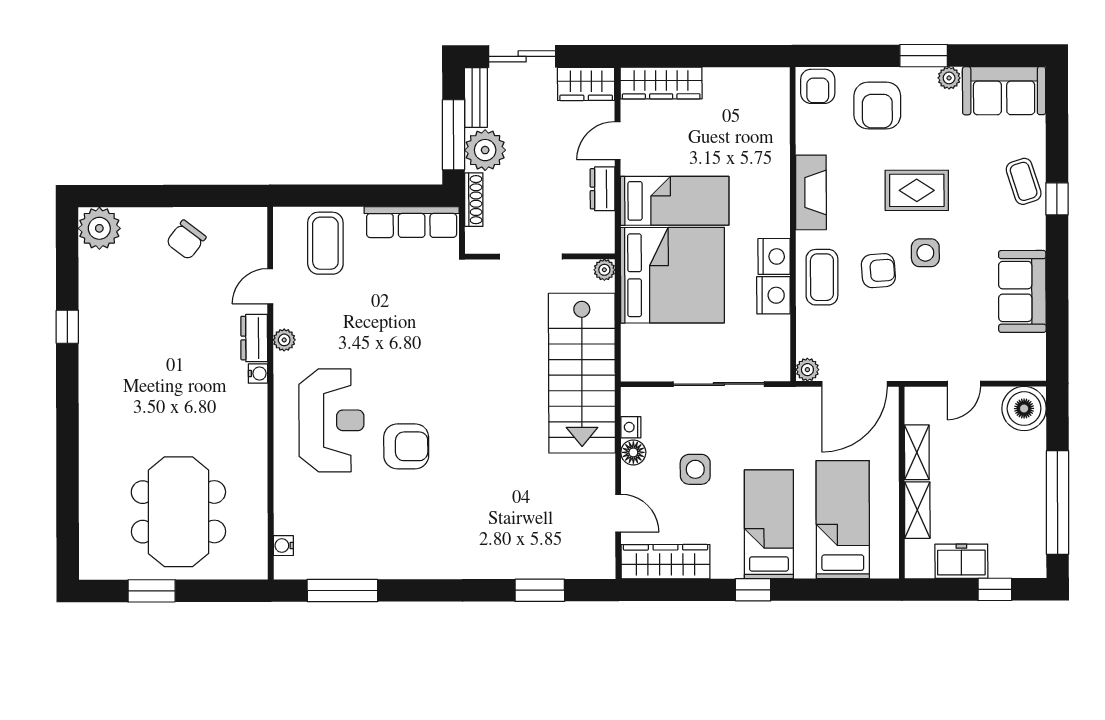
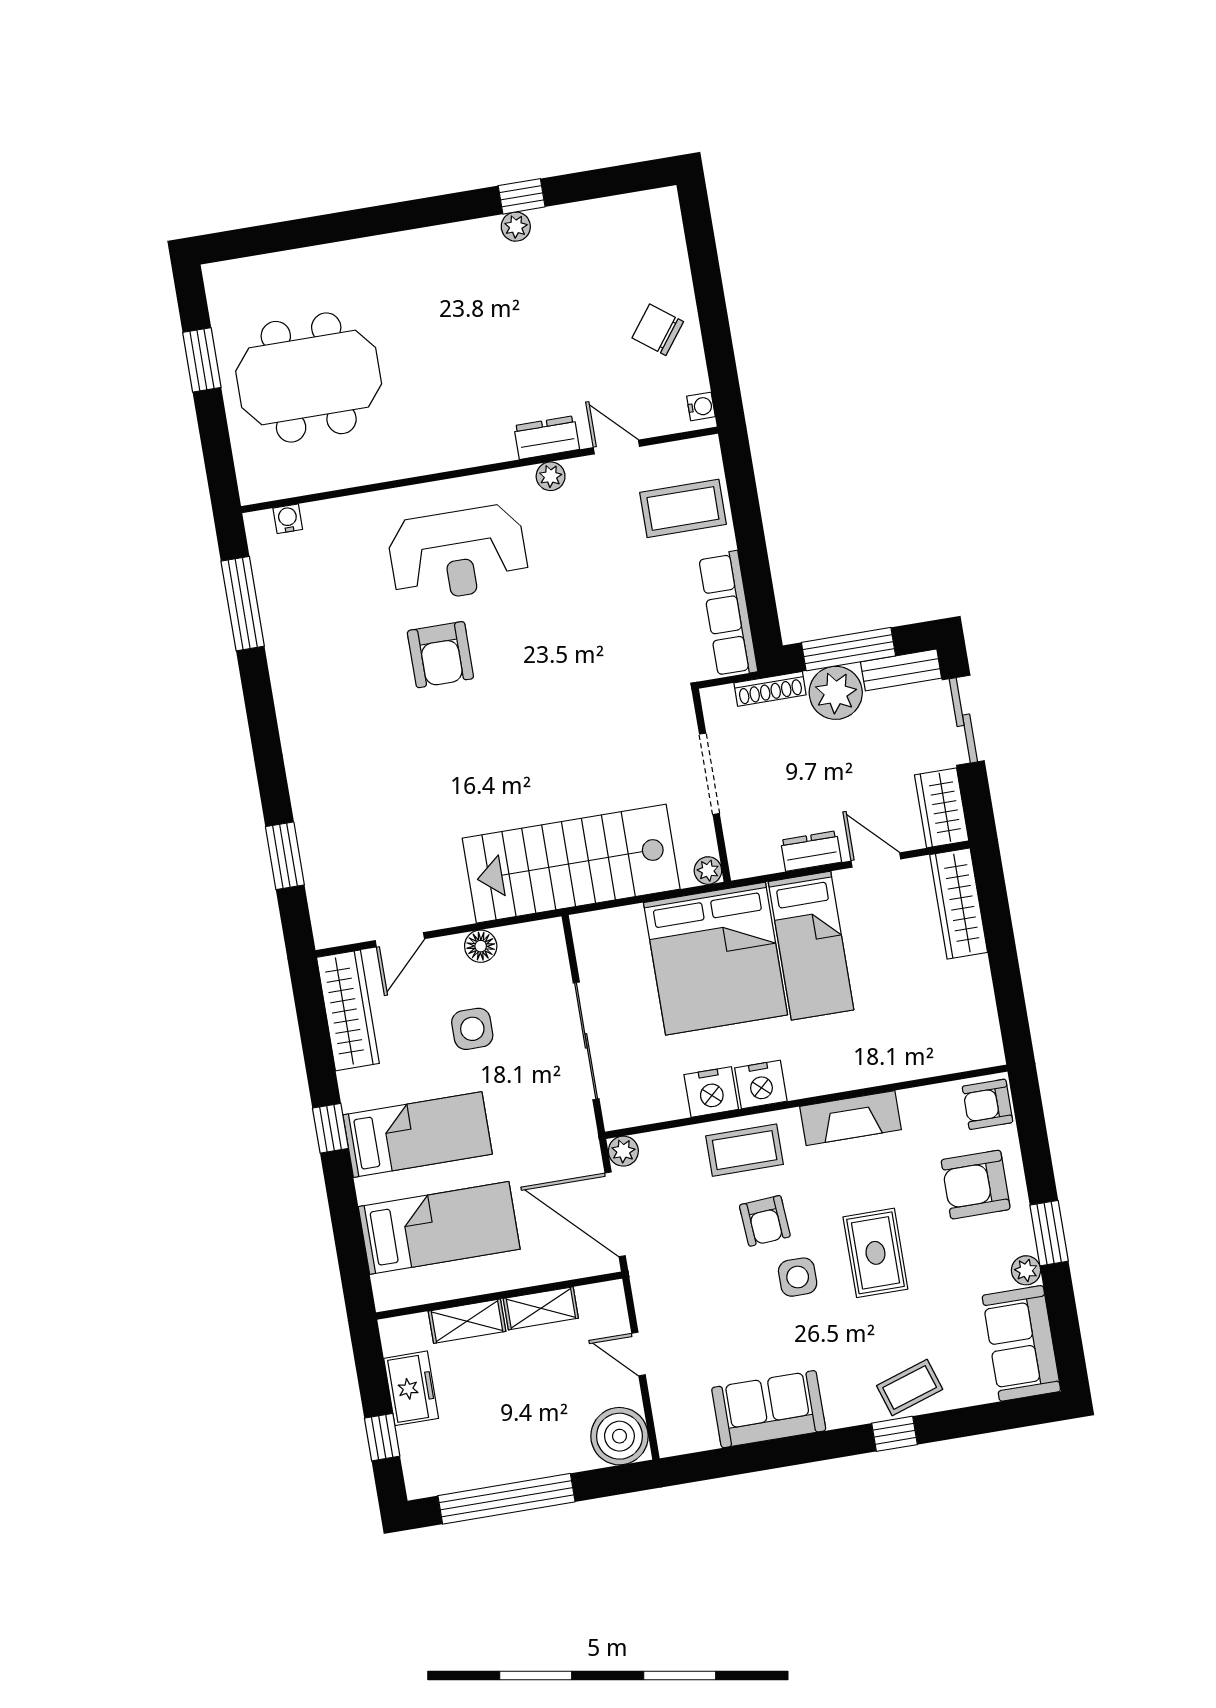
plant: (99, 228) -> (516, 227), moved, width x0.53, depth x0.53
water cooler: (258, 374) -> (701, 406), moved, turned -90
nightstand: (631, 427) -> (512, 938), removed

